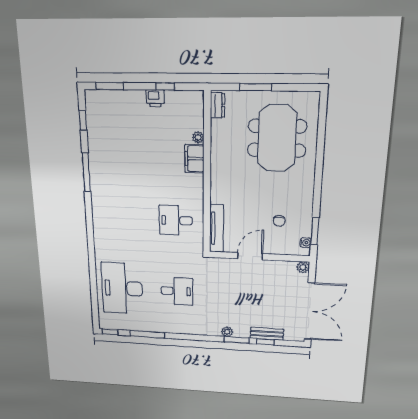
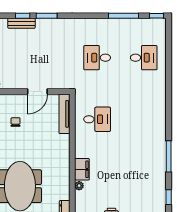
desk: (122, 288) -> (144, 58), width x0.53, depth x0.77
plant: (227, 332) -> (55, 23), removed

